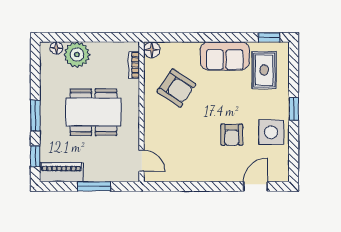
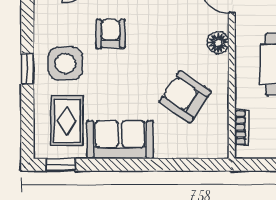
floor lamp: (152, 50) -> (218, 43), moved
side table: (271, 132) -> (65, 64), moved

